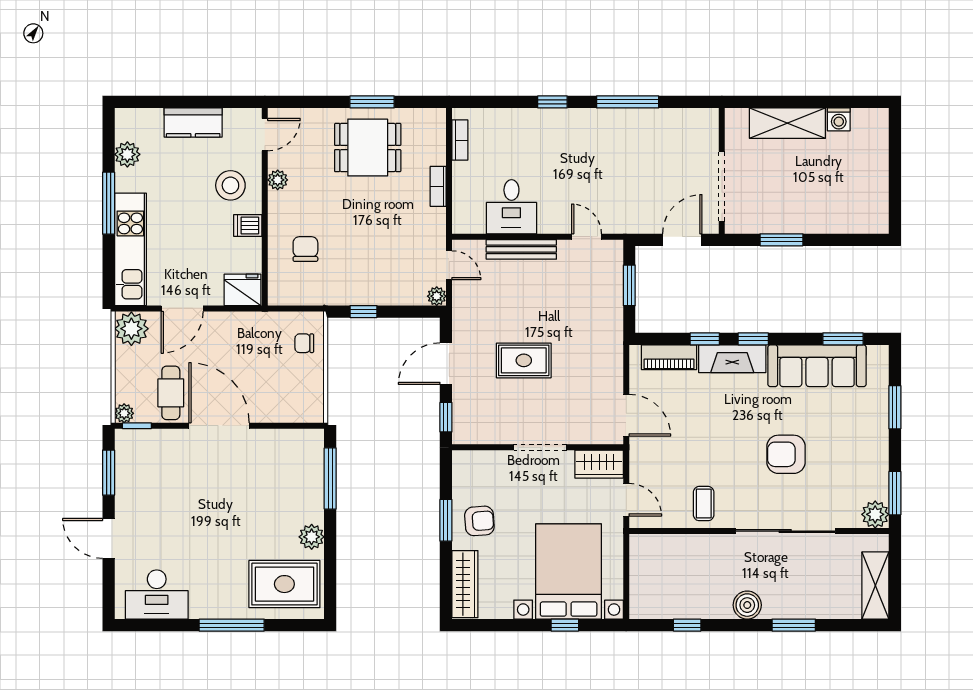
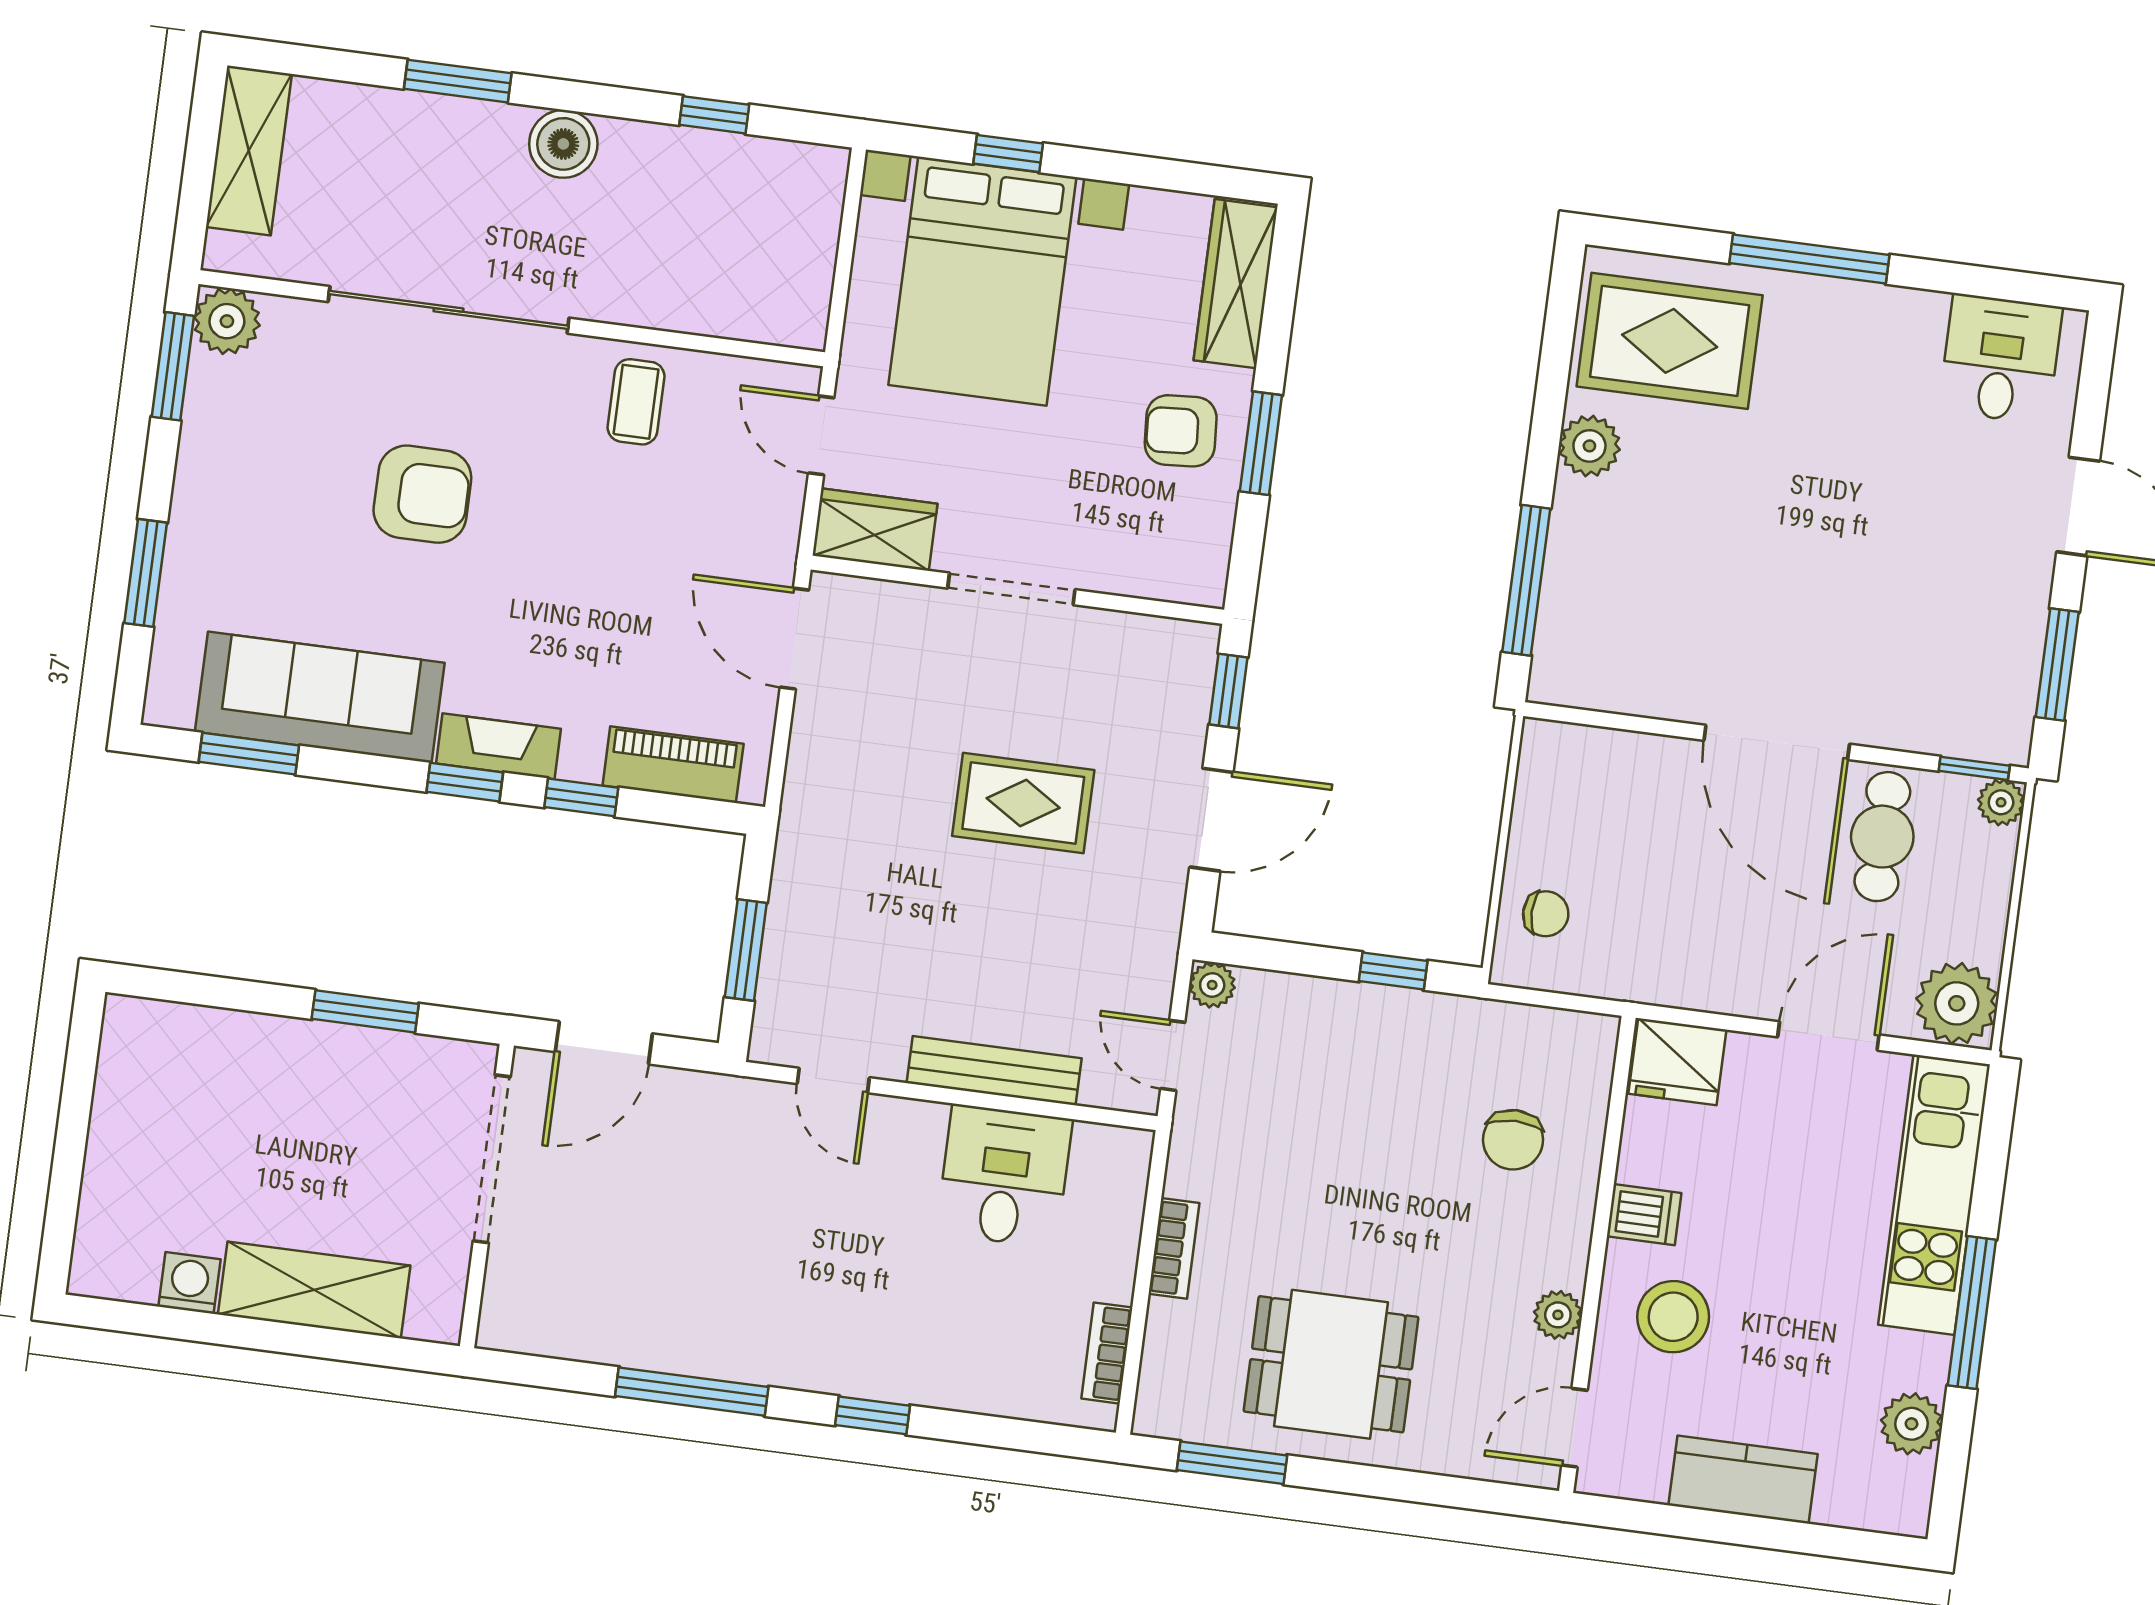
window: (372, 102) -> (1232, 1463), moved
fireplace: (732, 359) -> (498, 746), width x0.73, depth x0.76
desk: (157, 594) -> (2000, 359), width x0.73

